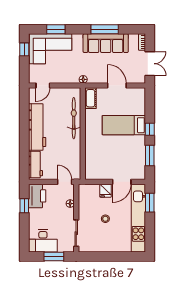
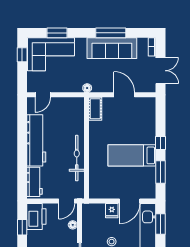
bicycle: (74, 118) -> (77, 158), moved
bed: (124, 125) -> (132, 155), moved
door: (65, 182) -> (67, 201), swing flipped

